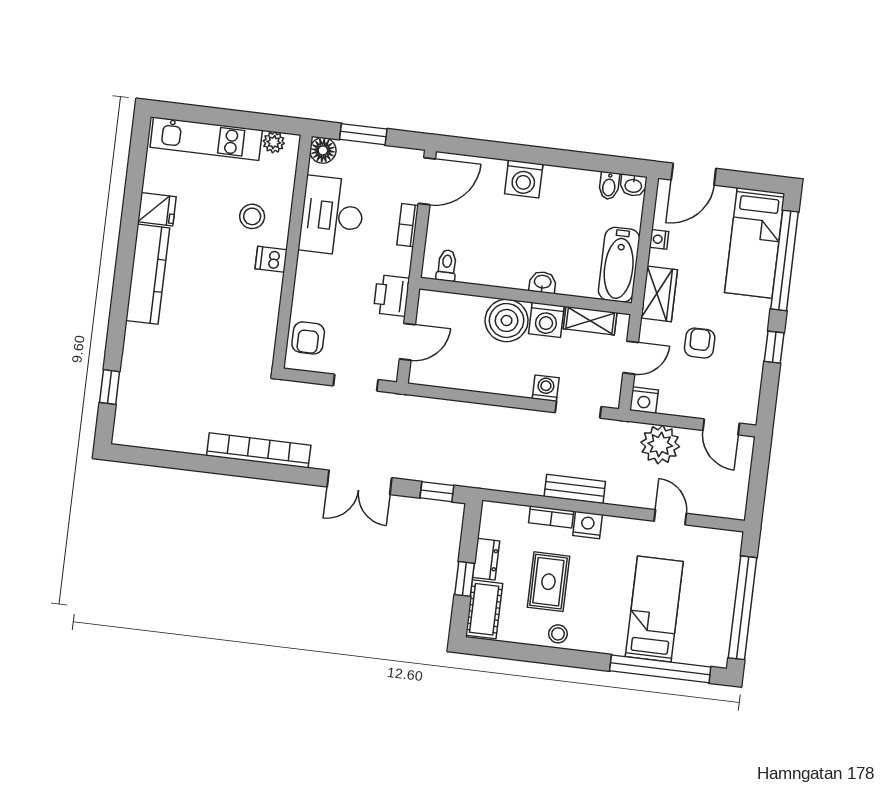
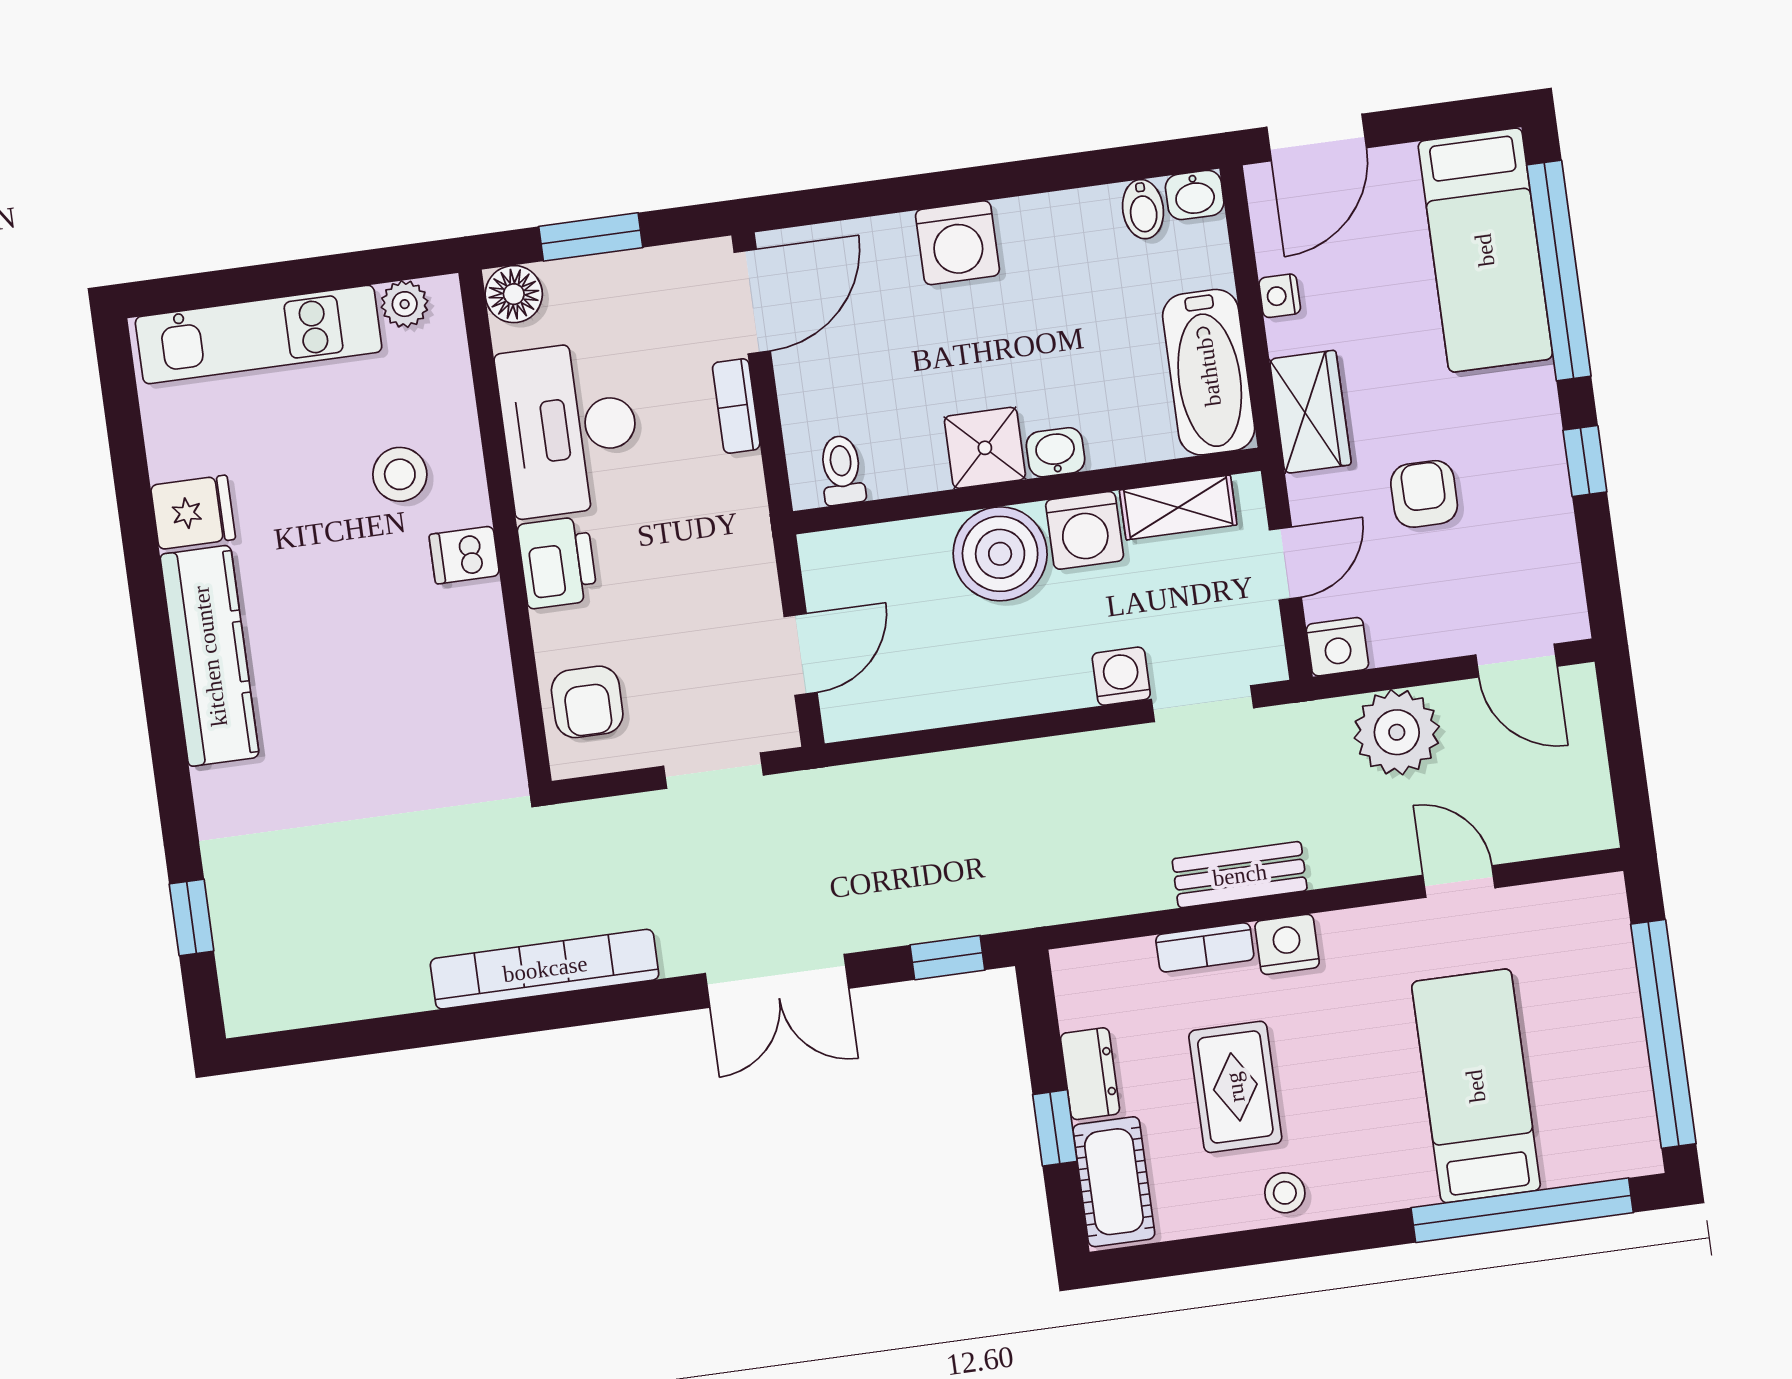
shower: (512, 272) -> (985, 448), added
printer: (391, 295) -> (557, 562), moved, turned 180

